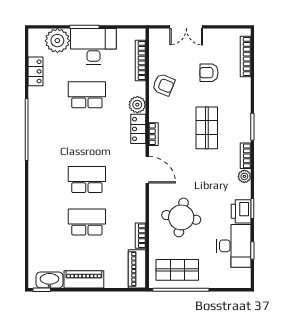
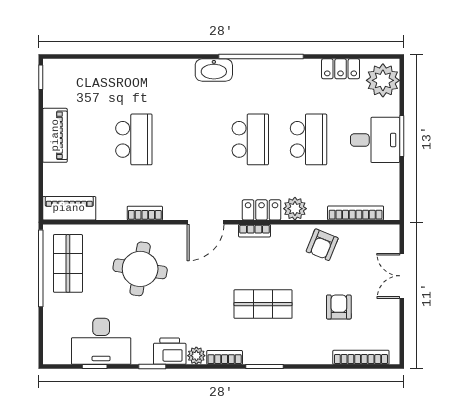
plant: (57, 41) -> (383, 80), moved
desk: (93, 46) -> (375, 140), width x0.73
school desk: (87, 180) -> (250, 139), moved
printer: (241, 211) -> (170, 351), moved
bookcase: (141, 236) -> (145, 213), moved
washbasin: (50, 280) -> (214, 70), moved, turned 90

